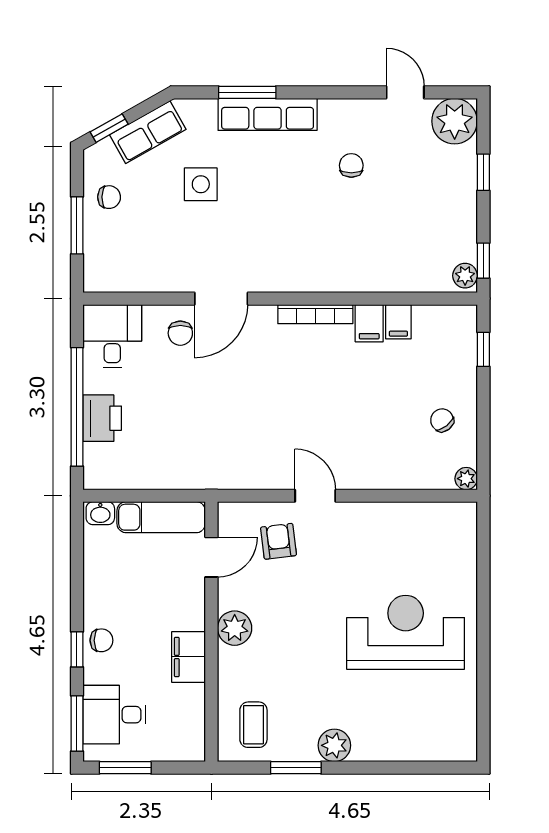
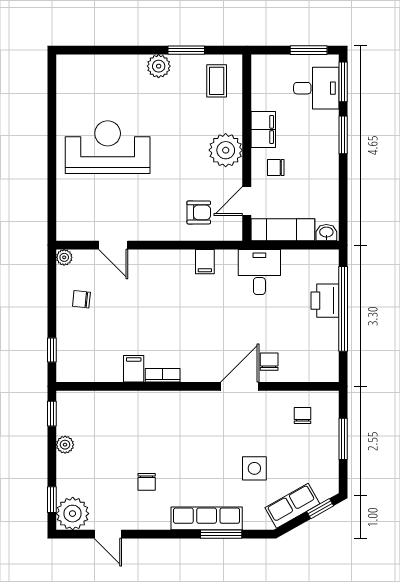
window: (483, 172) -> (52, 500), moved
chair: (109, 197) -> (302, 415), moved, turned 89
plant: (465, 276) -> (65, 445), moved
bookcase: (315, 314) -> (163, 375), width x0.64
filing cabinet: (398, 322) -> (205, 262), moved, turned 180
desk: (112, 336) -> (259, 272), moved, turned 180
chair: (442, 420) -> (81, 299), turned 134
door: (315, 496) -> (113, 245), moved
armchair: (278, 541) -> (199, 212), turned -83
plant: (235, 628) -> (226, 150), width x1.36, depth x1.36
reception desk: (406, 632) -> (108, 147), turned 180
chair: (101, 640) -> (276, 168), moved
window: (77, 649) -> (343, 135), width x1.50

